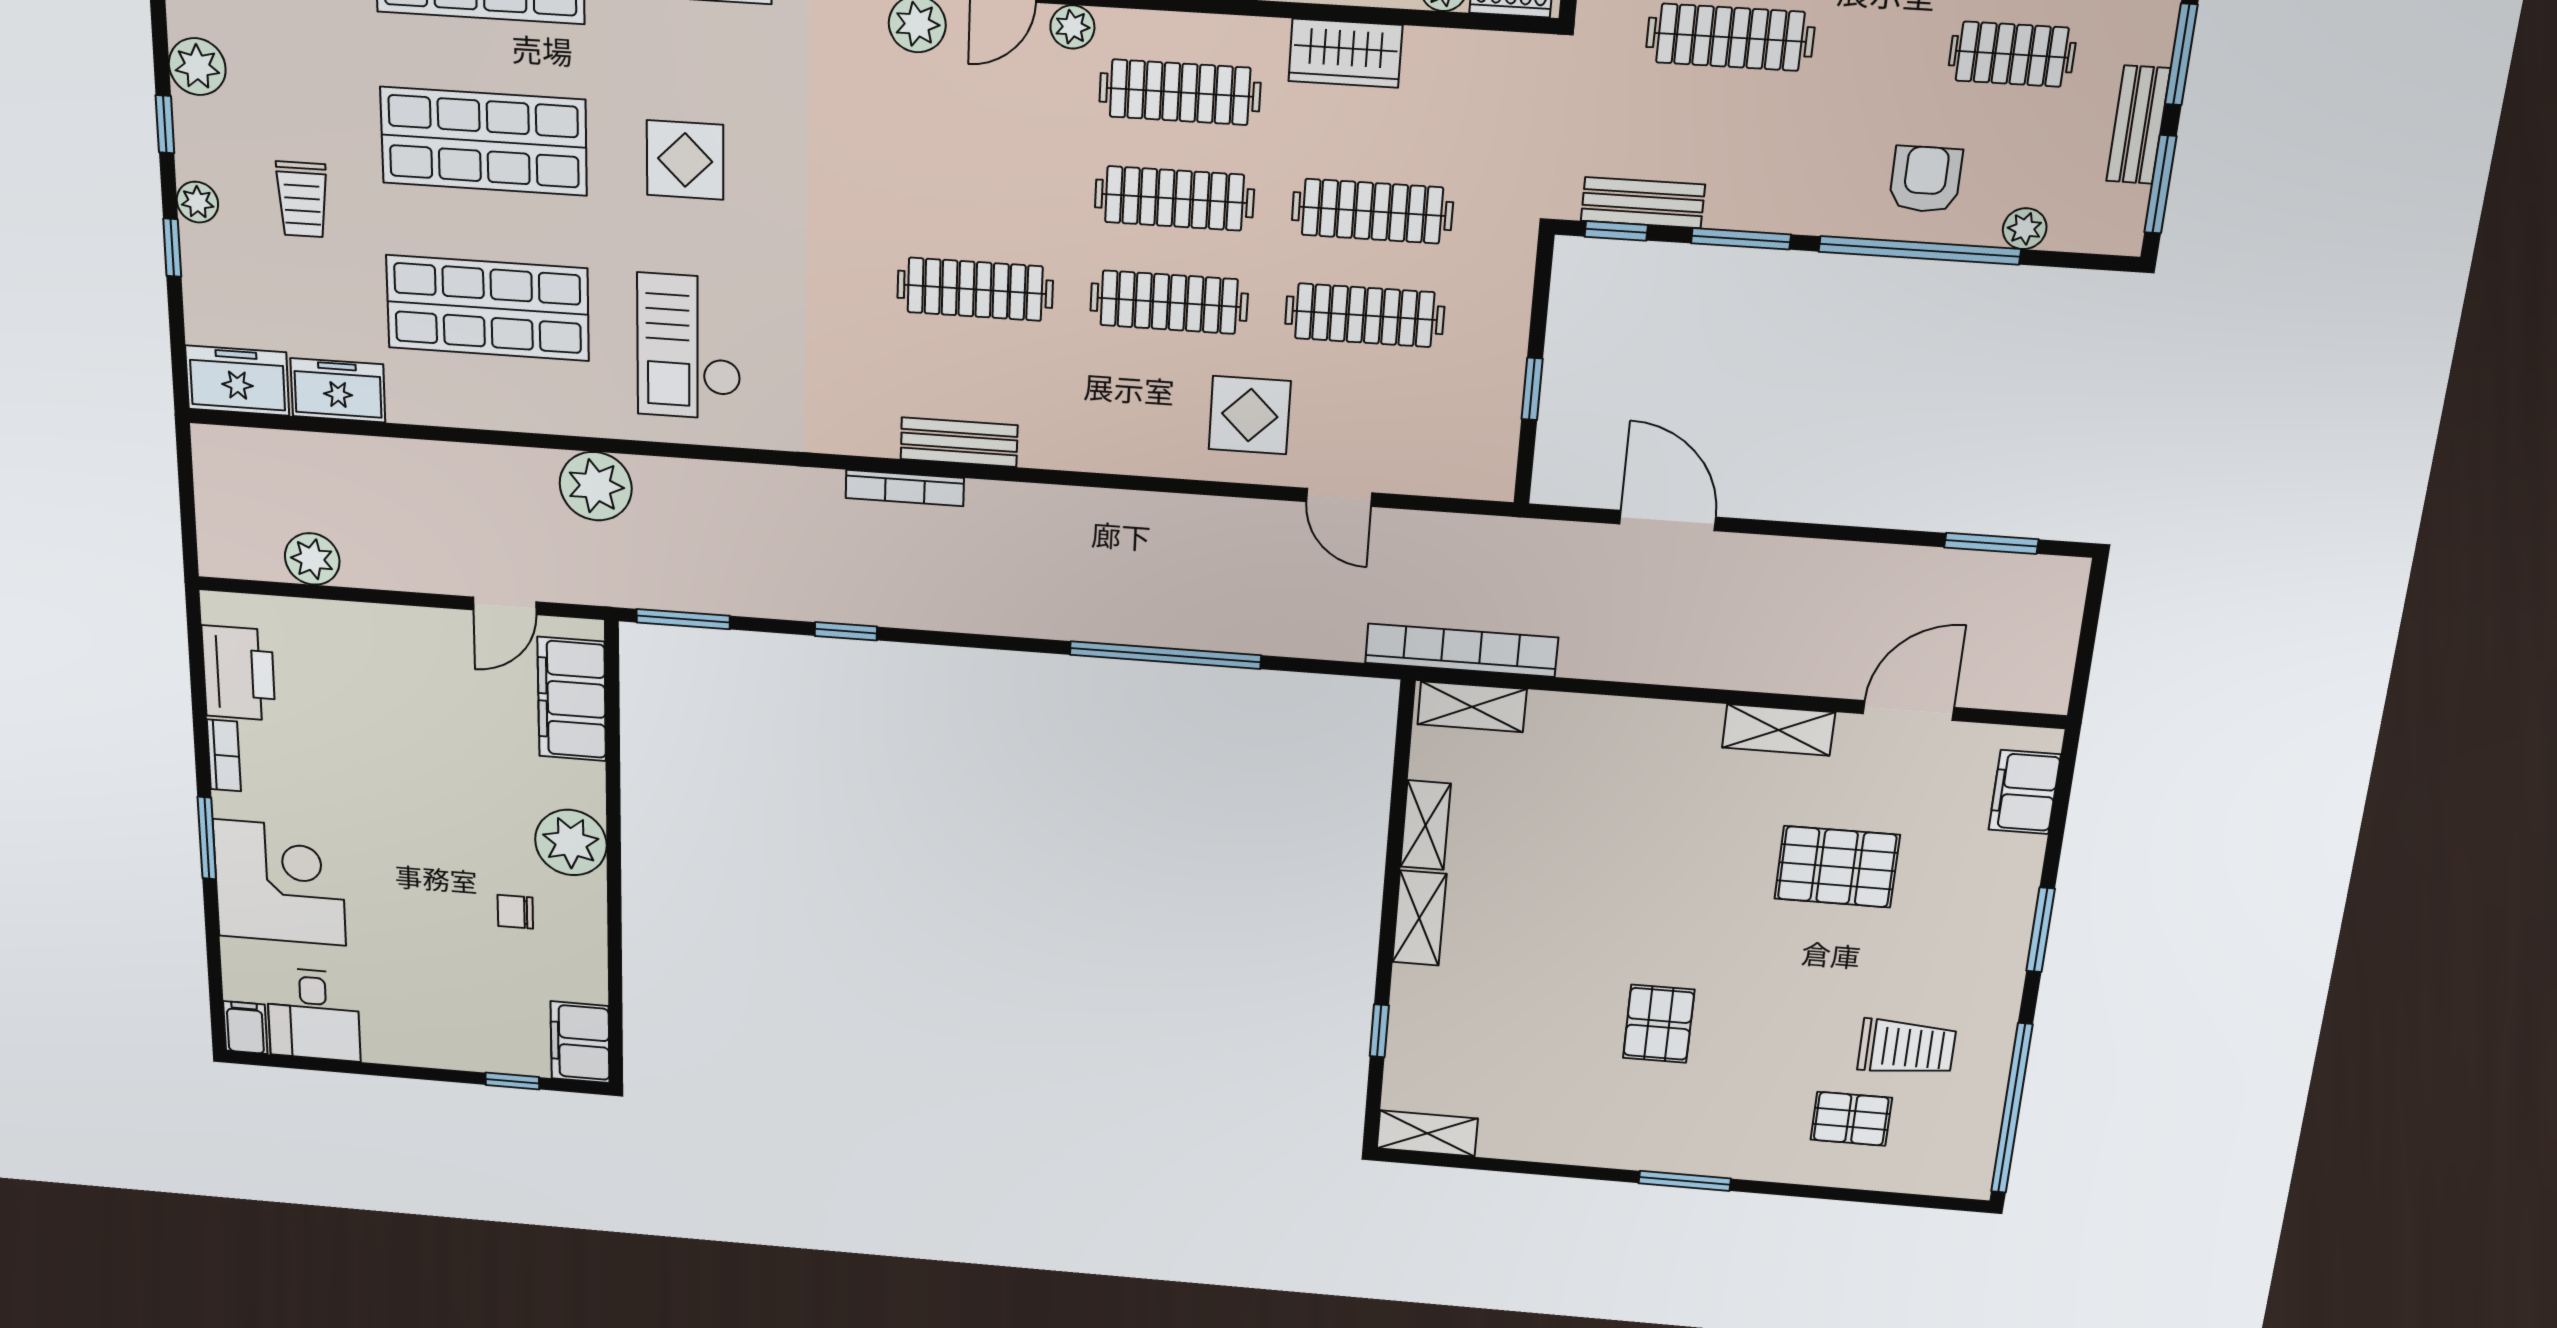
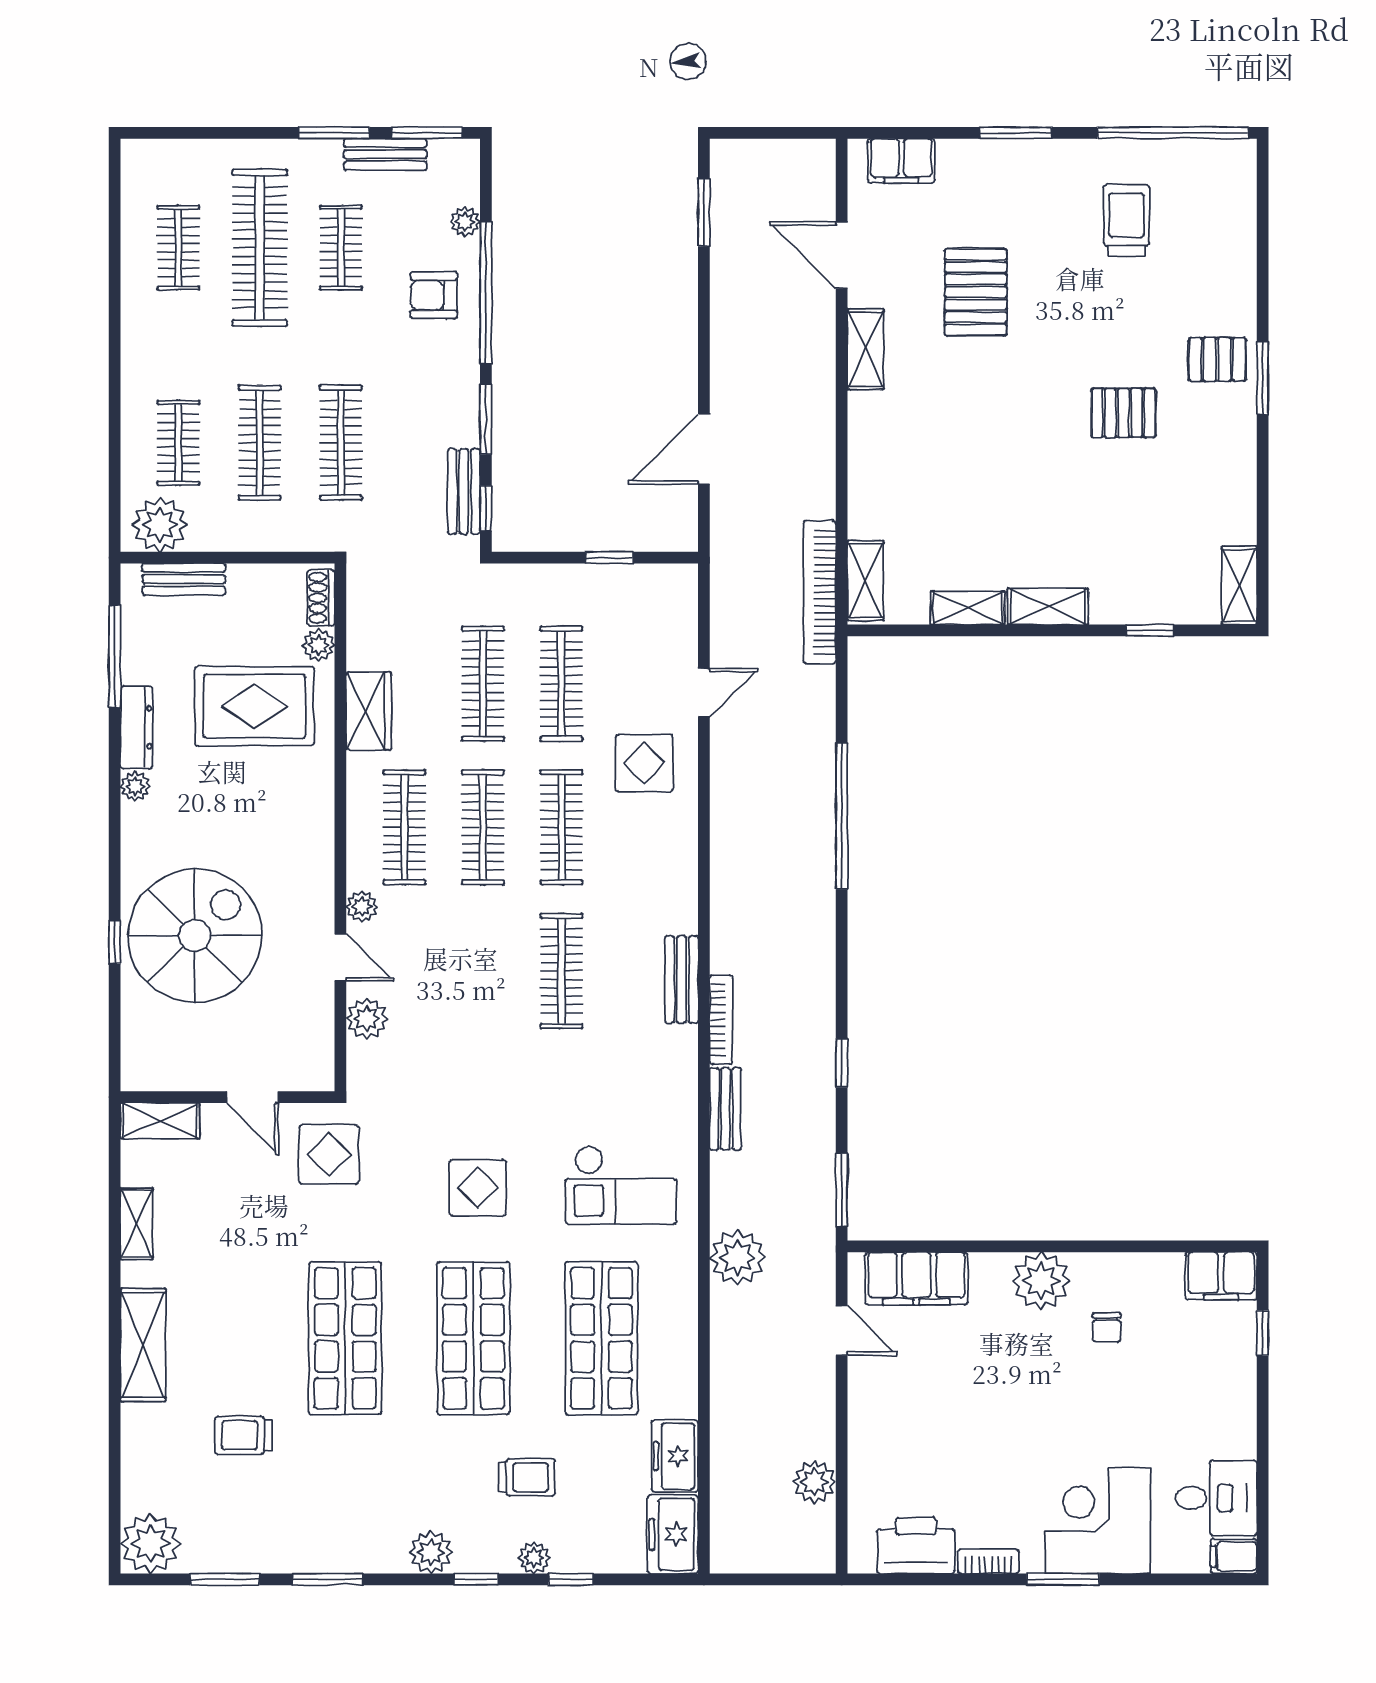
bench: (788, 485) -> (725, 1109), added
pallet: (1851, 1119) -> (1217, 359), moved, turned 90

